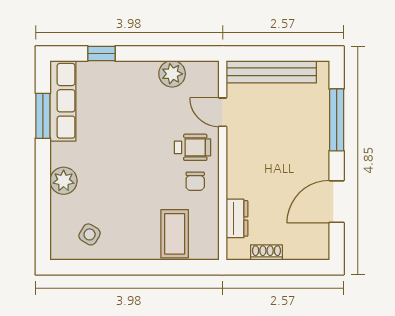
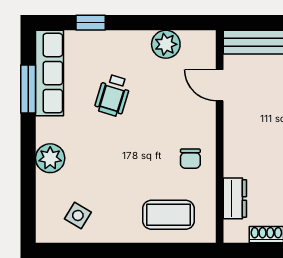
wheelchair: (192, 147) -> (113, 95), moved, turned 107
coffee table: (175, 234) -> (168, 215), turned 90

